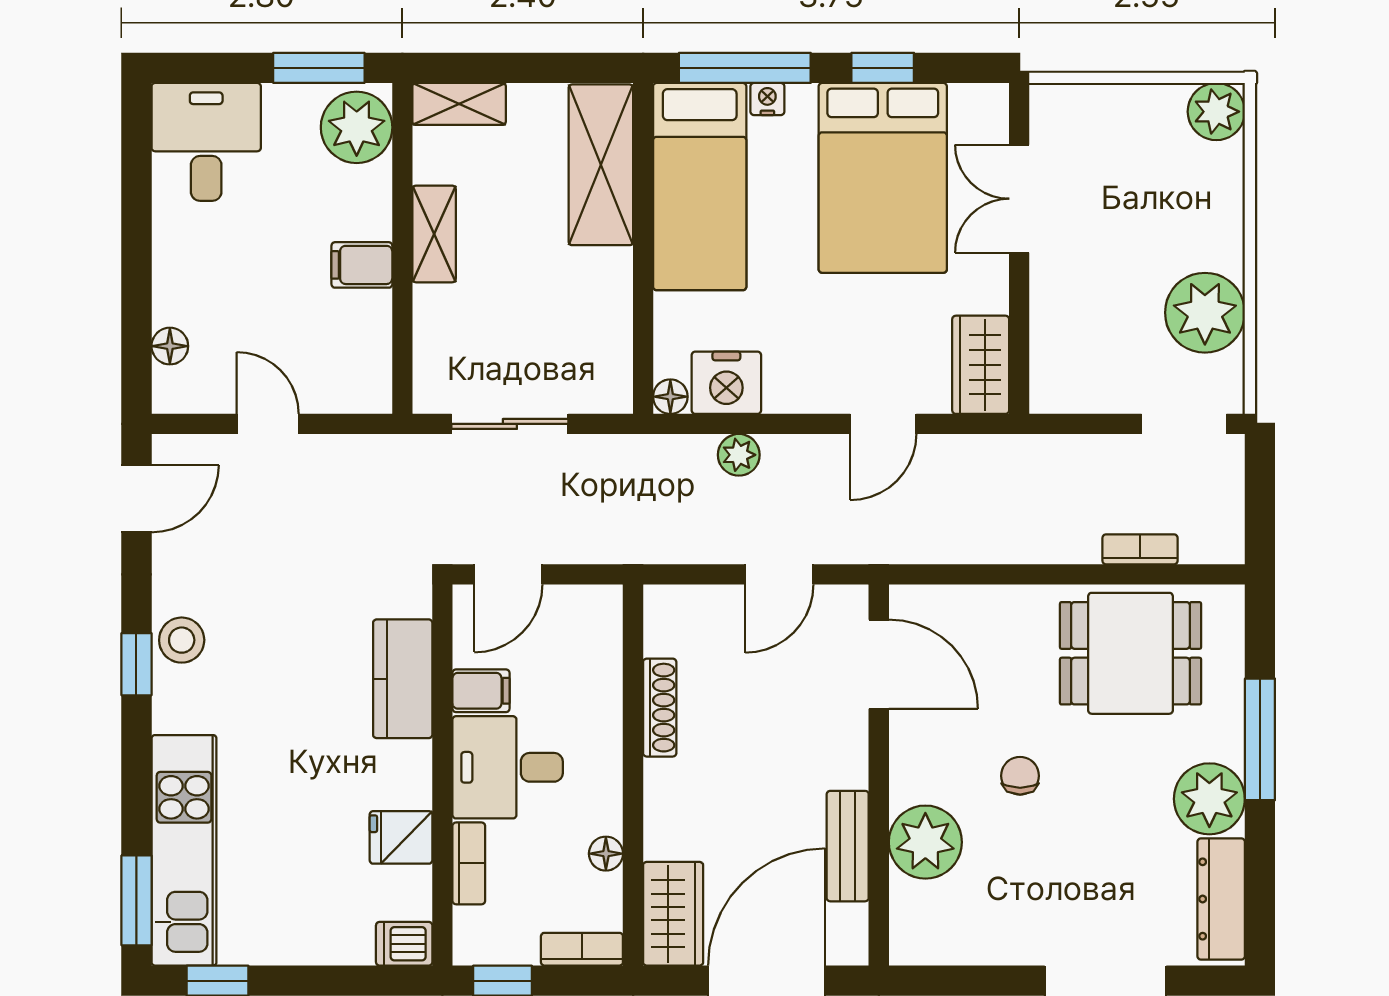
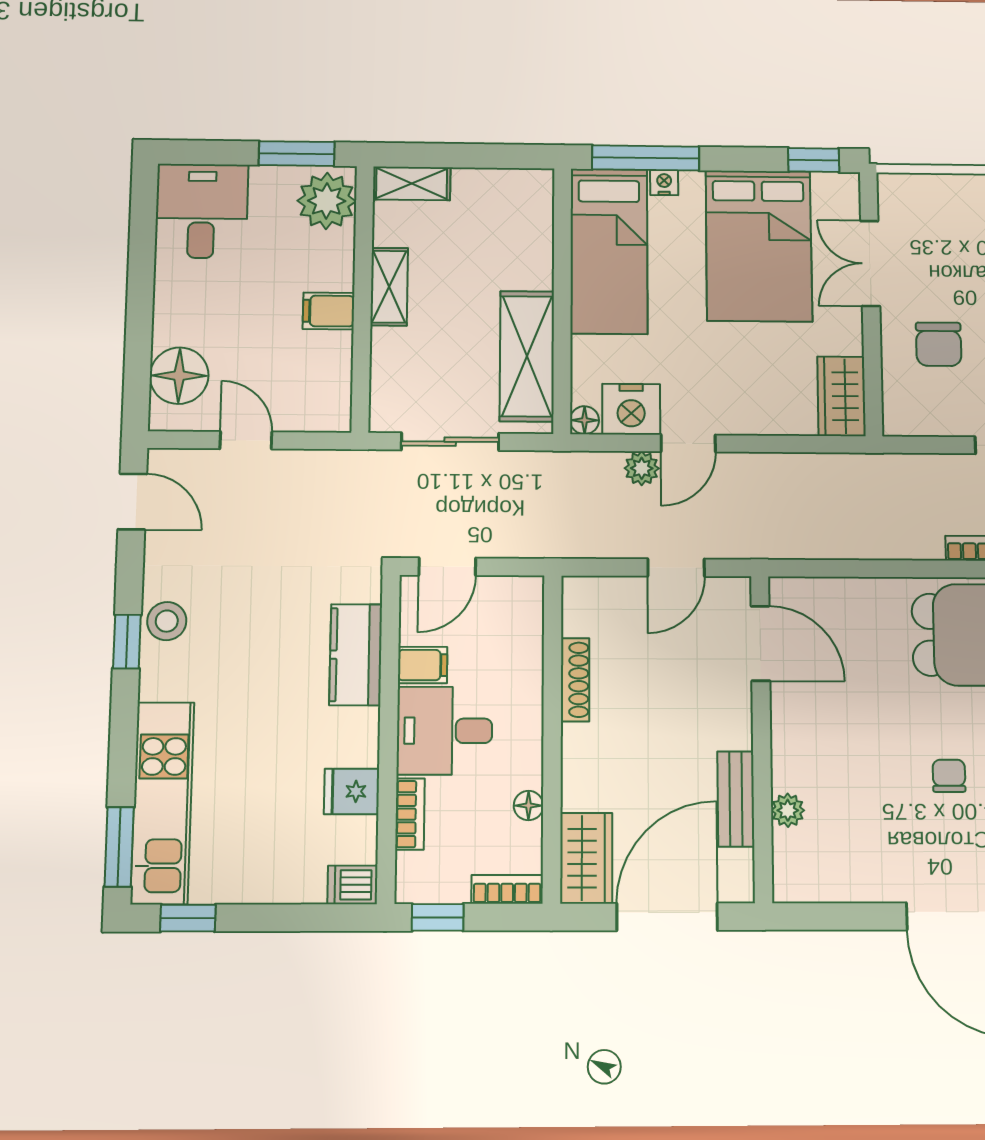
window: (883, 68) -> (814, 160), moved
shelving: (601, 165) -> (527, 356), moved
chair: (1101, 299) -> (939, 344), added
floor lamp: (170, 346) -> (179, 376), width x1.89, depth x1.89
door: (883, 424) -> (688, 443), moved
door: (136, 499) -> (132, 502), hinge flipped
chair: (1020, 776) -> (949, 776), moved
plant: (925, 842) -> (788, 810), width x0.53, depth x0.53

